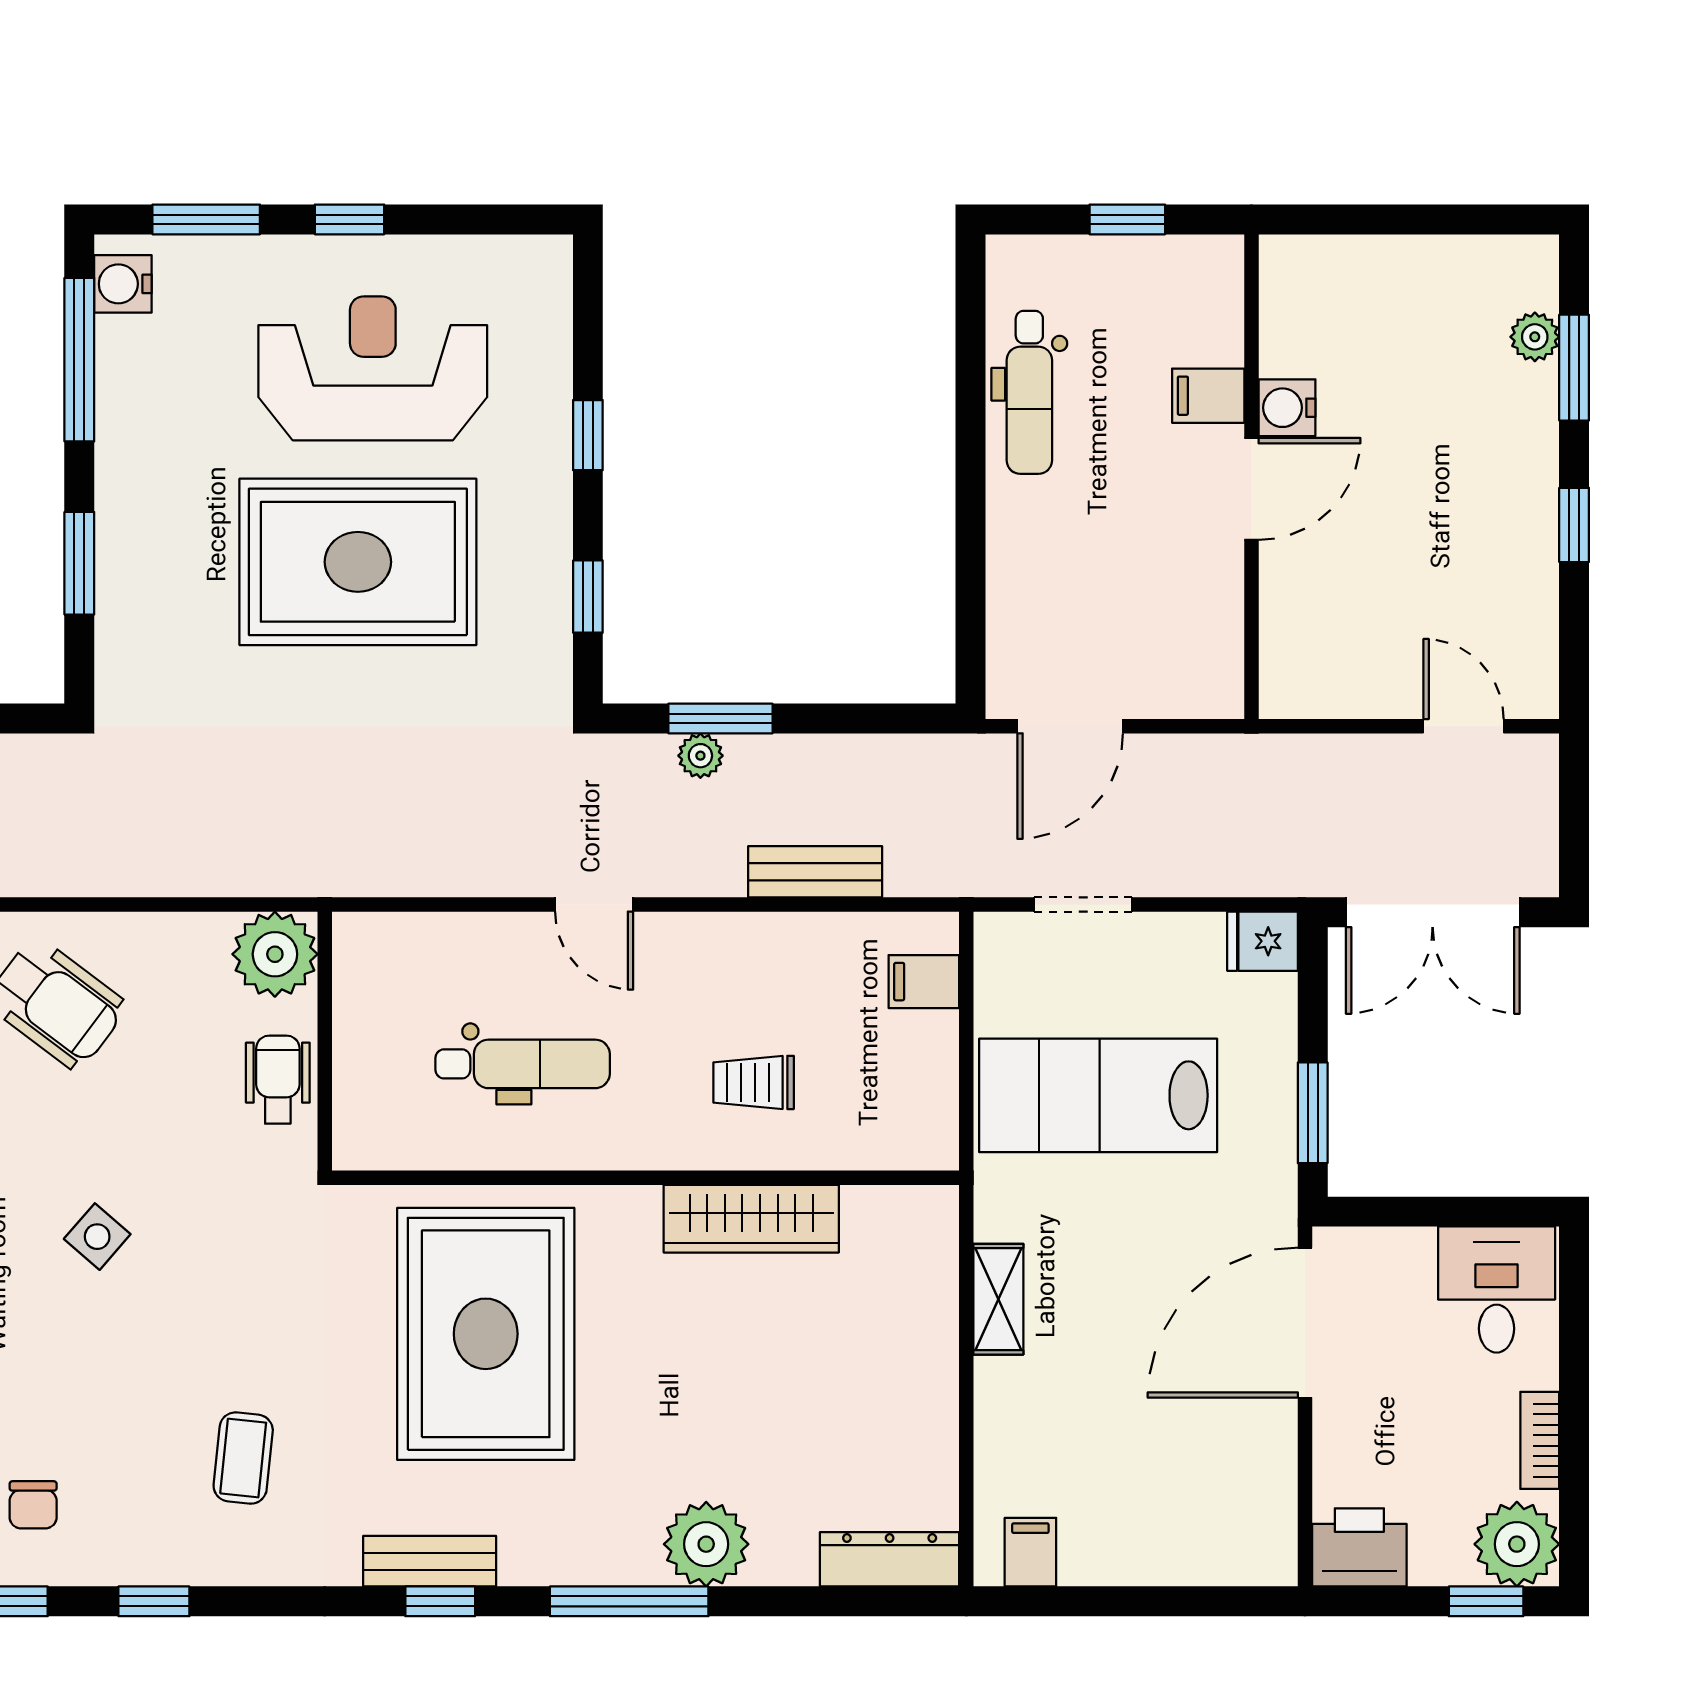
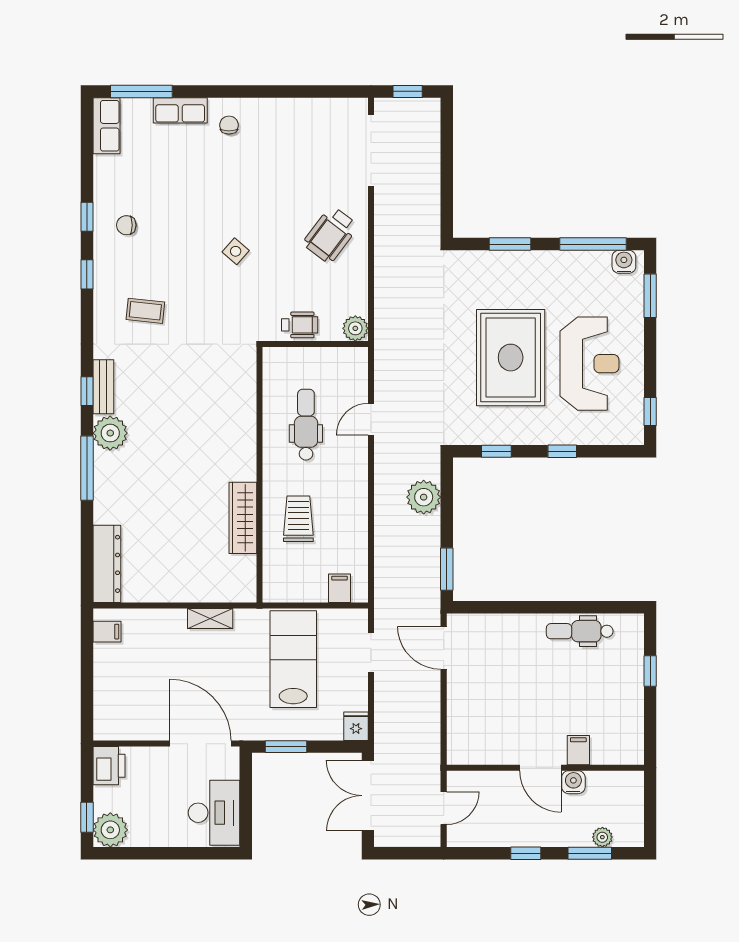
window: (349, 219) -> (650, 411), moved
filing cabinet: (1208, 396) -> (578, 750), moved
water cooler: (1287, 408) -> (573, 782), moved
wall: (1251, 477) -> (545, 768), moved
door: (1251, 489) -> (540, 768), moved
window: (720, 719) -> (447, 569), moved
plant: (700, 756) -> (424, 497), width x1.88, depth x1.88
bench: (815, 872) -> (384, 544), removed
door: (594, 904) -> (371, 419), moved
plant: (275, 954) -> (355, 328), width x0.73, depth x0.73
dental chair: (523, 1064) -> (306, 425), turned 180
trolley: (754, 1082) -> (298, 519), width x1.36, depth x1.39
desk: (1497, 1290) -> (214, 813), width x1.37
rug: (486, 1334) -> (196, 410), removed
bookcase: (1540, 1440) -> (153, 839), removed
plant: (706, 1544) -> (110, 433), moved
dresser: (890, 1559) -> (107, 564), width x1.37, depth x1.24

